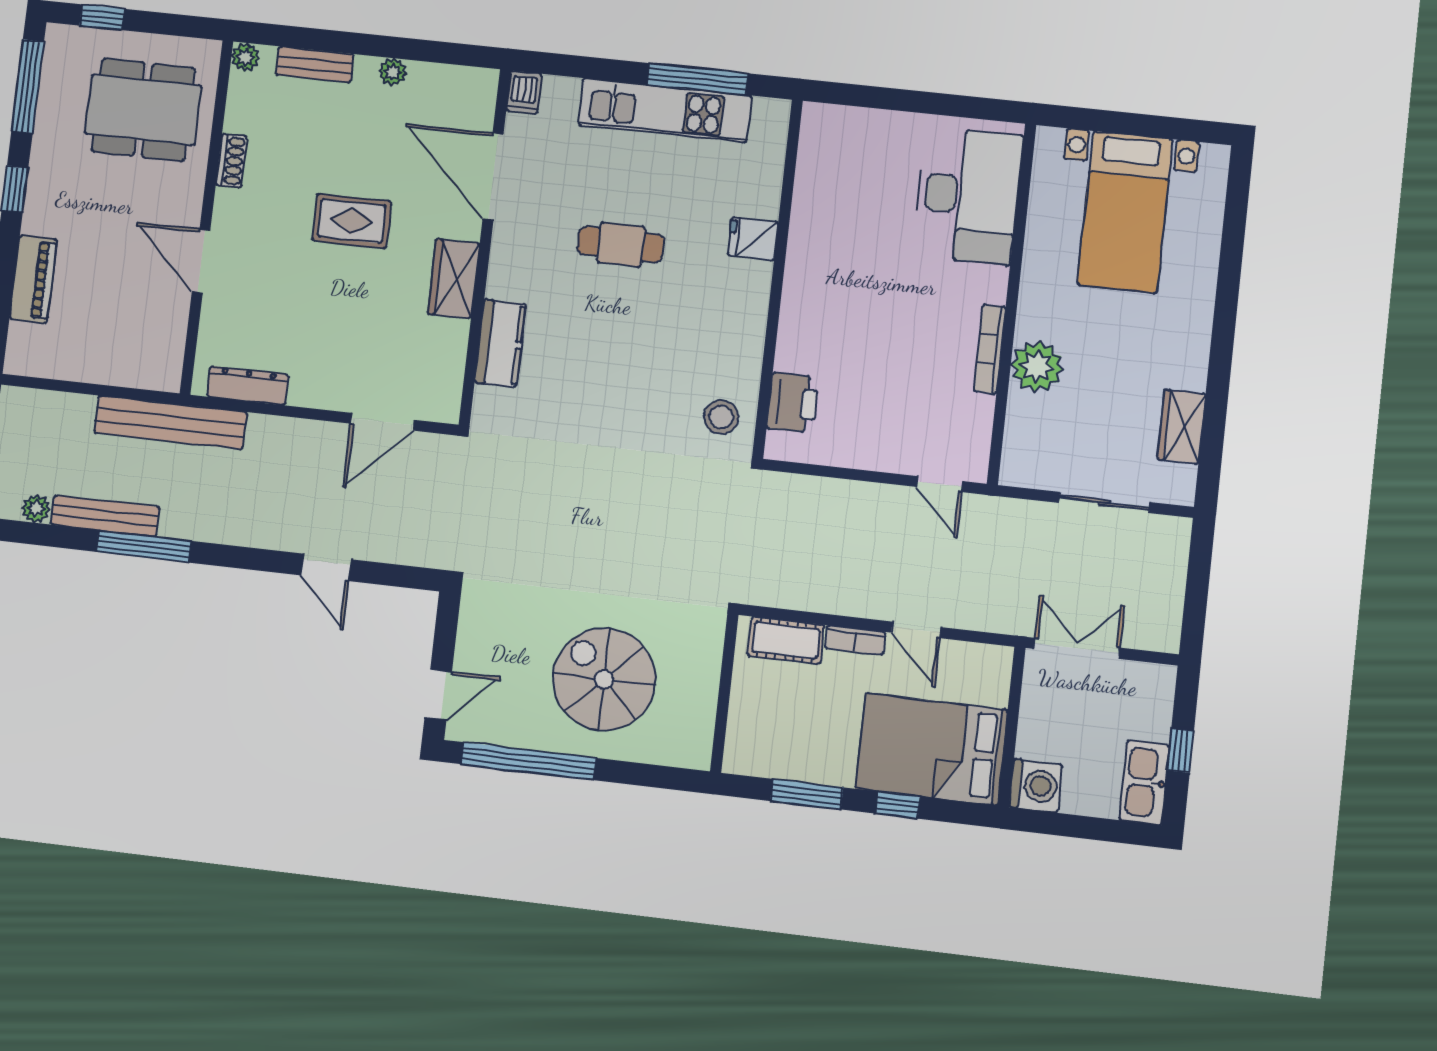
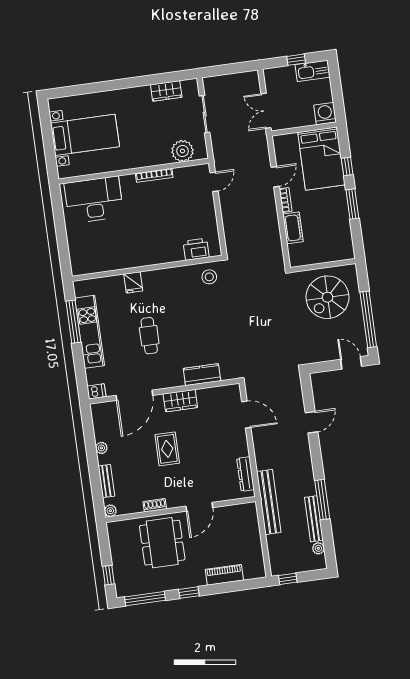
dining table: (143, 110) -> (162, 543), moved
plant: (1037, 367) -> (182, 151), moved
wall: (724, 693) -> (323, 265), moved

